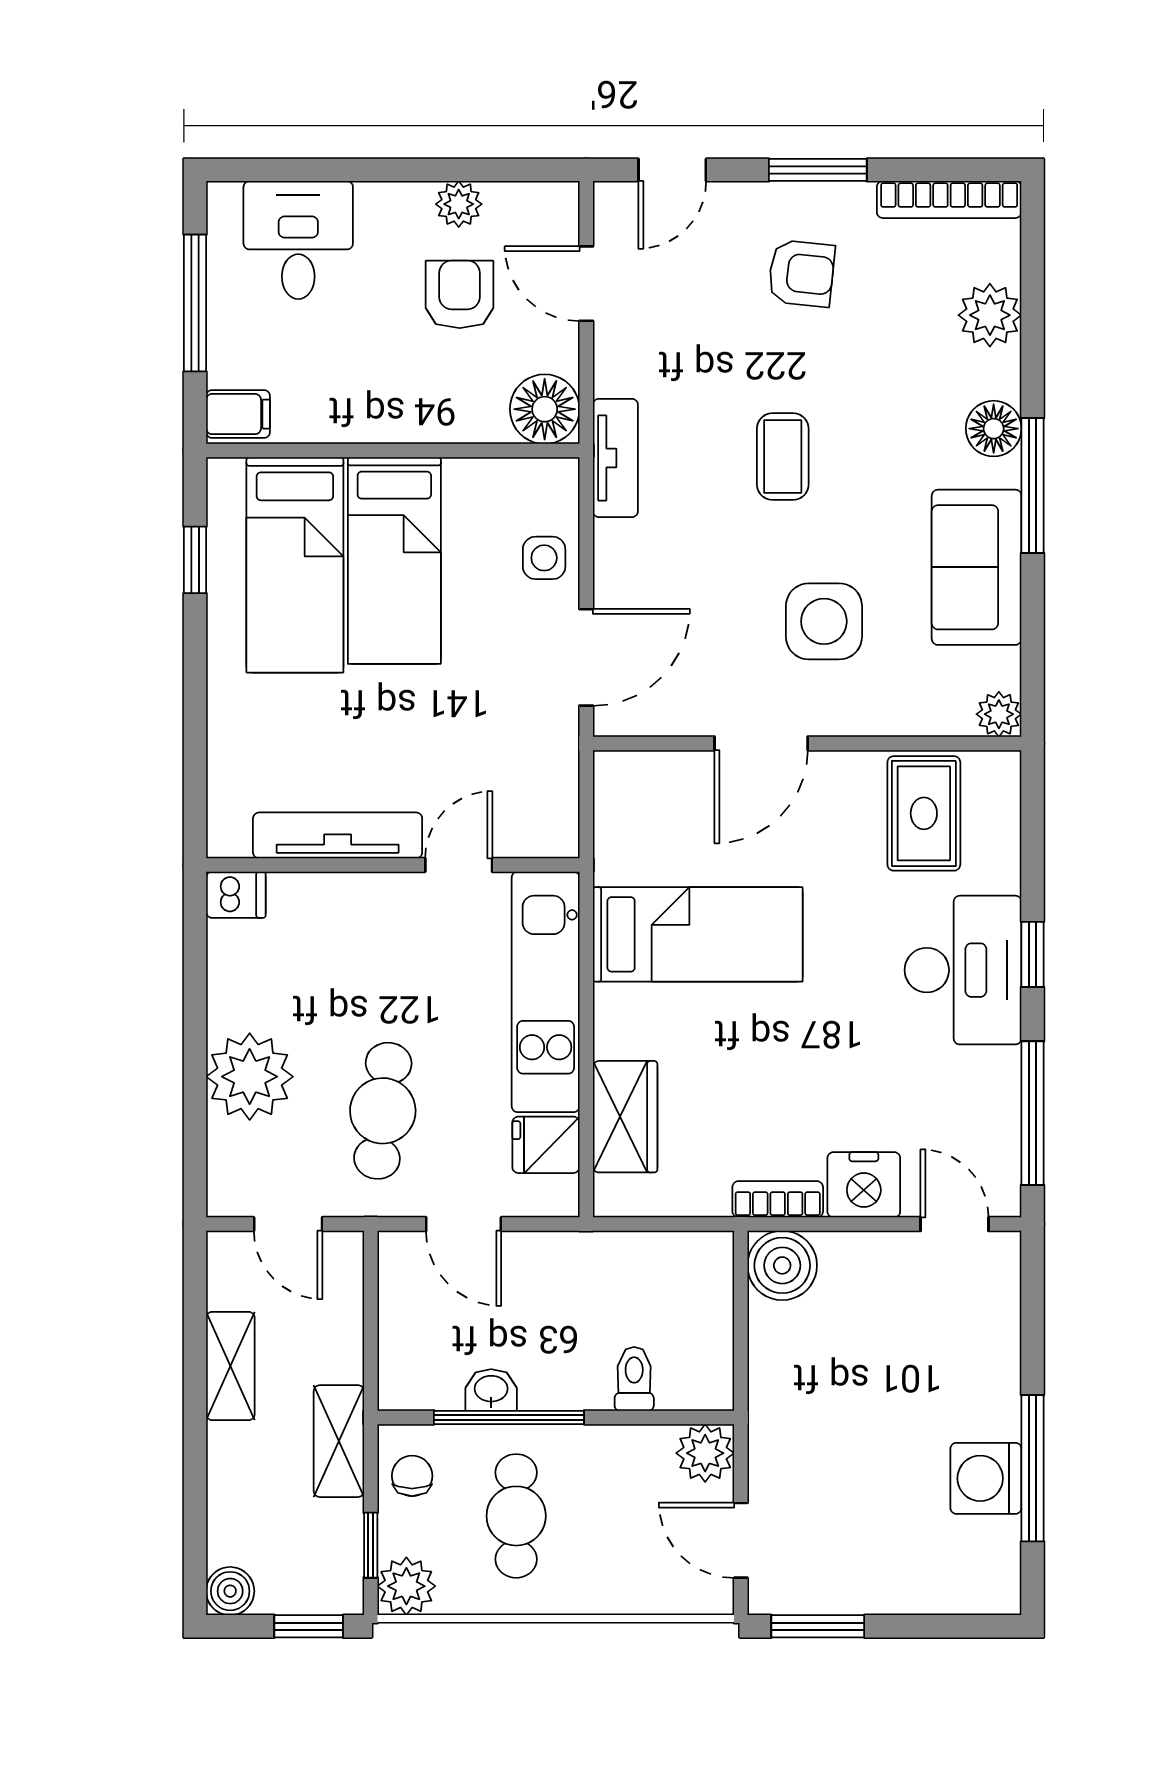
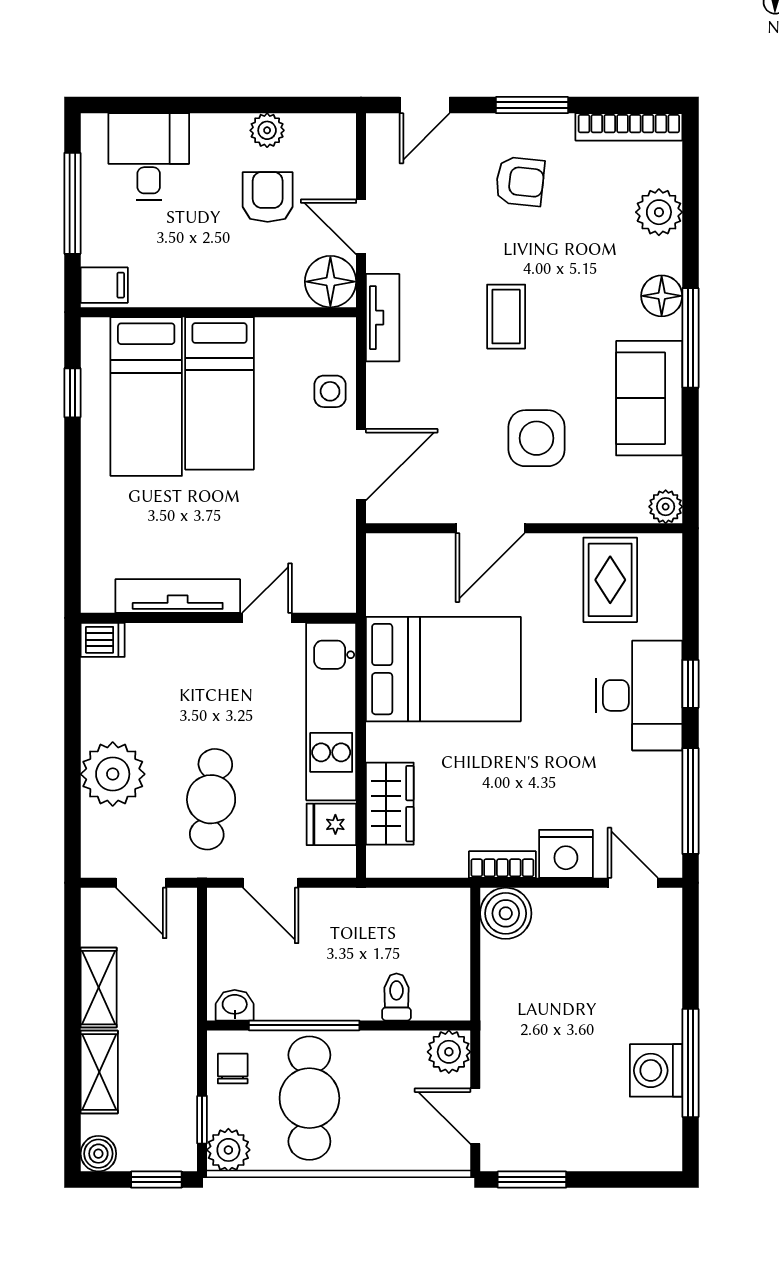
door: (586, 284) -> (361, 227), moved
bed: (698, 934) -> (443, 669), width x1.50
washbasin: (491, 1390) -> (235, 1005), moved
shelving: (339, 1441) -> (99, 1072), moved
cafe table: (516, 1516) -> (309, 1098), width x1.37, depth x1.35

